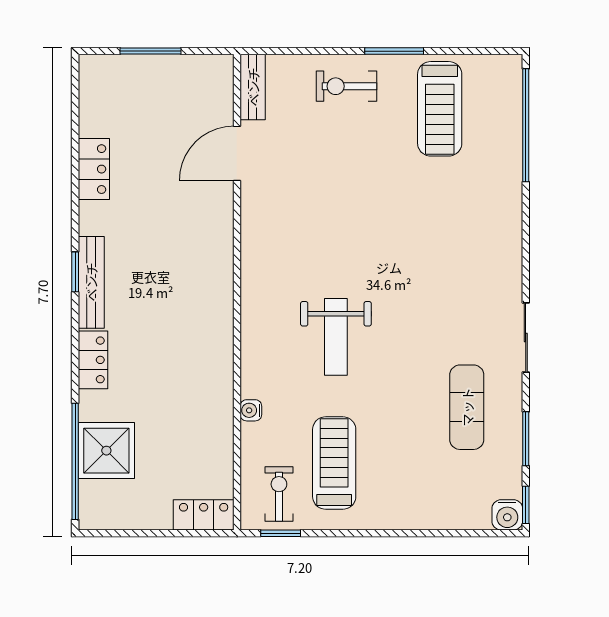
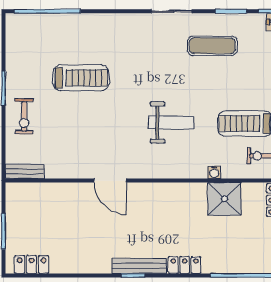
treadmill: (440, 109) -> (81, 78), moved
door: (237, 153) -> (110, 181), moved
locker: (94, 169) -> (32, 264), moved
shower: (106, 451) -> (225, 199), moved

